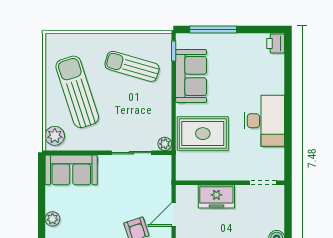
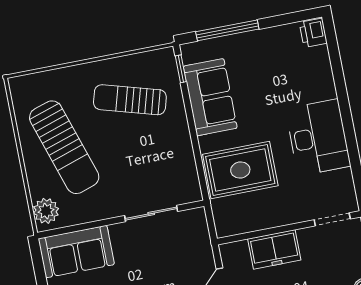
sun lounger: (77, 92) -> (64, 147), turned 180
plant: (165, 144) -> (193, 193), removed

